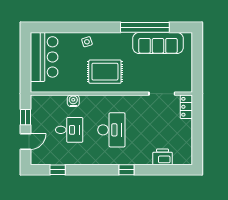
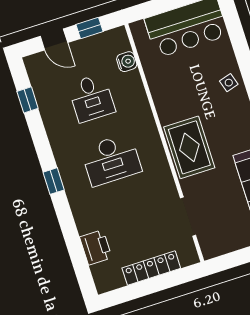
rug: (105, 72) -> (189, 147), moved
water cooler: (73, 101) -> (127, 62), moved
locker: (186, 107) -> (151, 268), moved, width x1.53
window: (126, 170) -> (54, 181), moved

